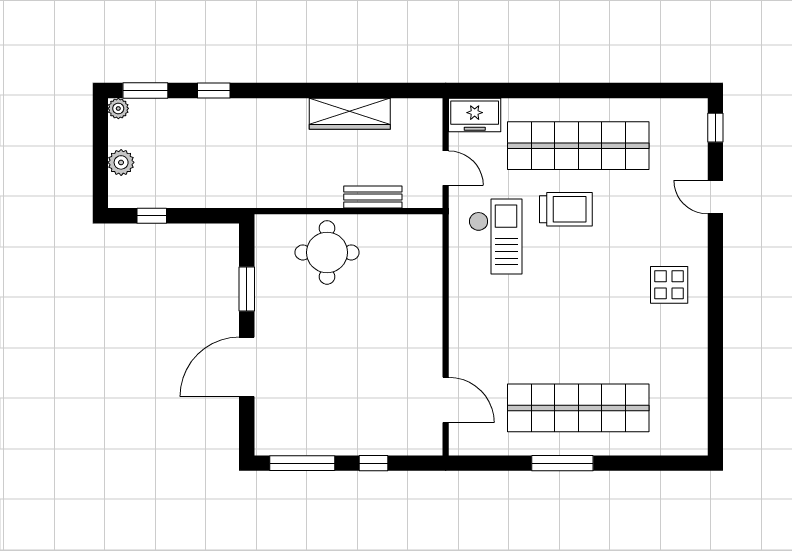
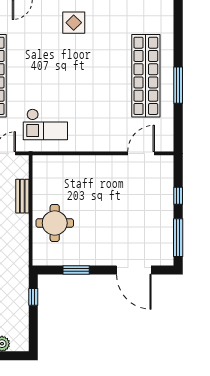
trolley: (566, 209) -> (29, 83), removed
window: (152, 216) -> (33, 297), moved
checkout: (495, 236) -> (45, 124), turned 180
door: (247, 367) -> (134, 270), moved

